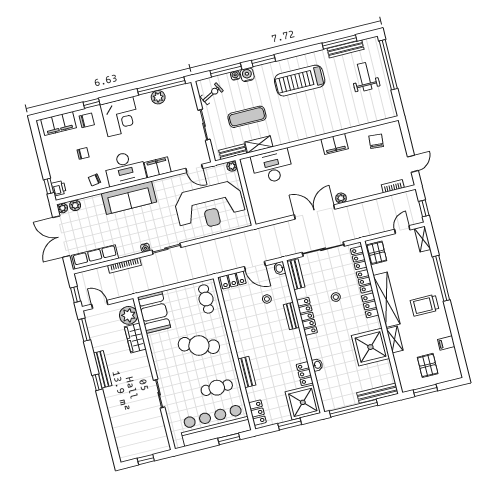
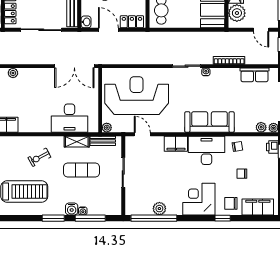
exercise bike: (212, 94) -> (39, 157), moved
double door: (314, 212) -> (74, 66), moved
row of seats: (95, 257) -> (254, 75), width x0.68

